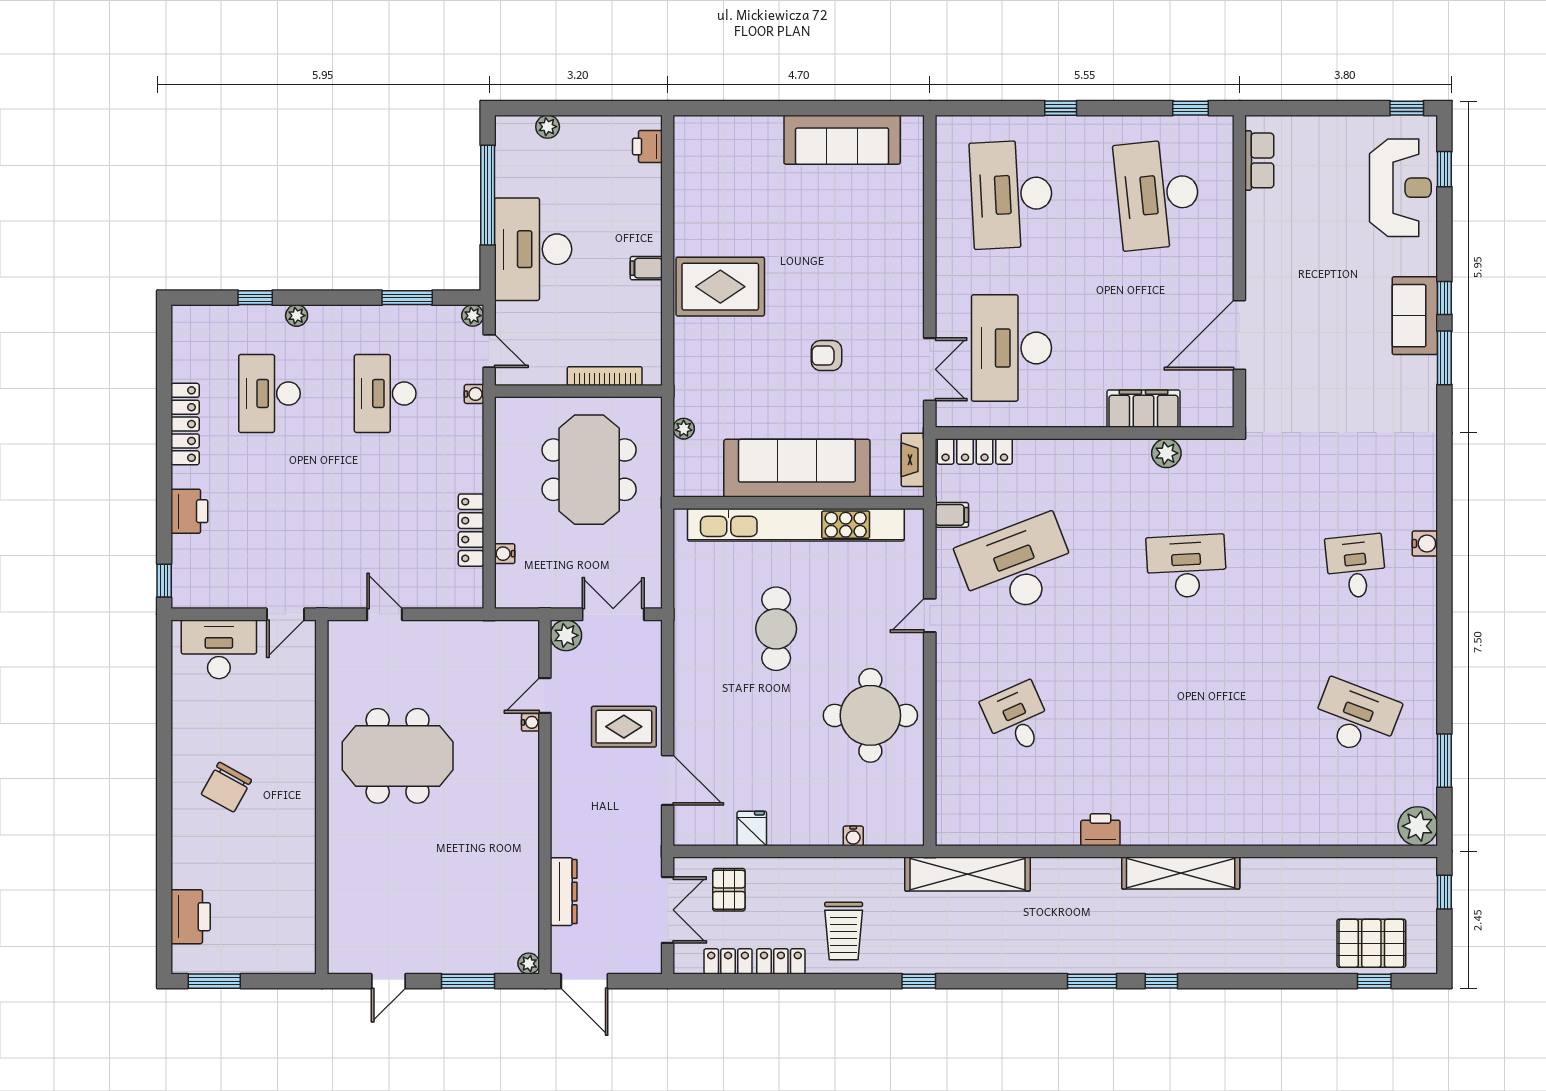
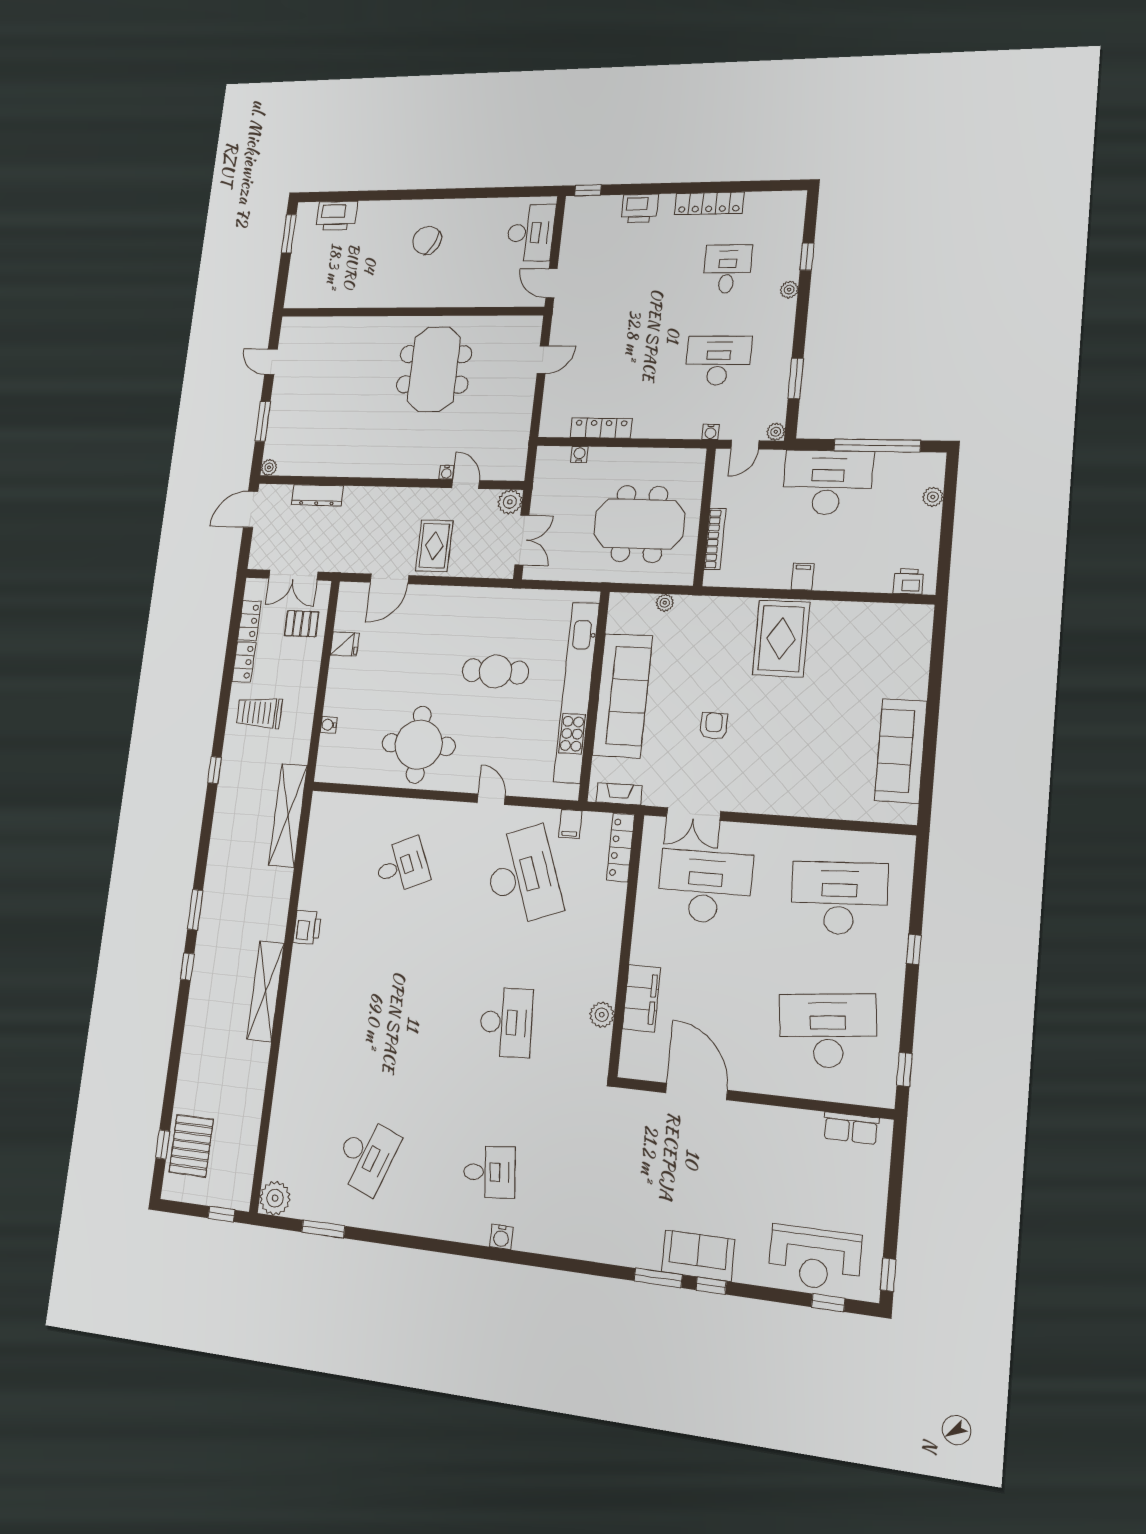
desk: (269, 393) -> (727, 269), width x0.73

